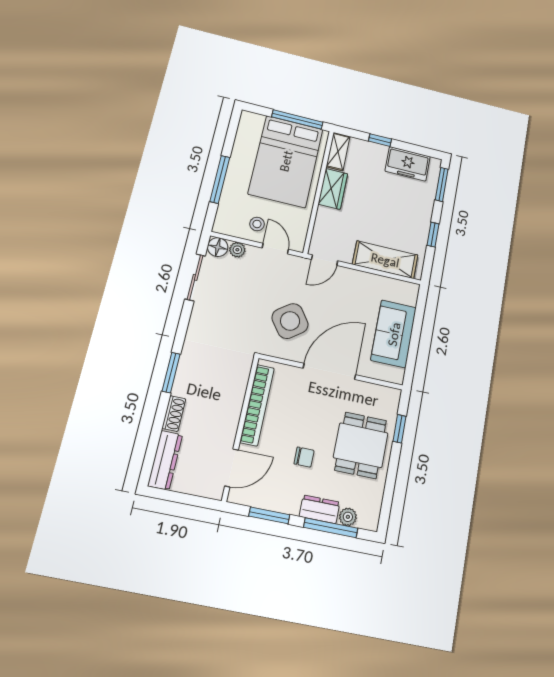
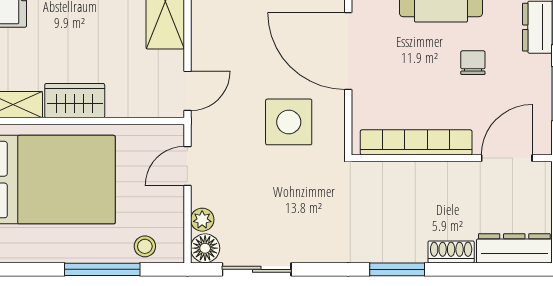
stool: (257, 224) -> (145, 246), moved
door: (325, 260) -> (187, 91), hinge flipped
side table: (290, 321) -> (289, 122), turned 36
door: (231, 468) -> (507, 158), hinge flipped

